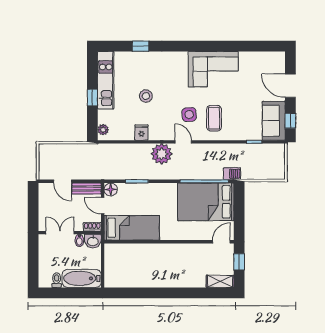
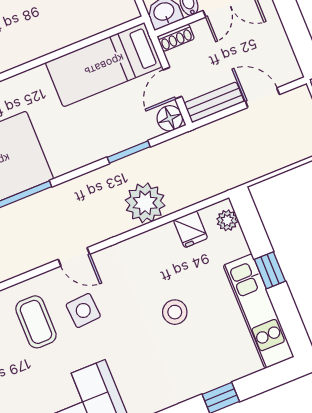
fridge: (141, 133) -> (191, 229), moved
plant: (162, 154) -> (145, 203), moved
door: (103, 206) -> (172, 83), swing flipped

